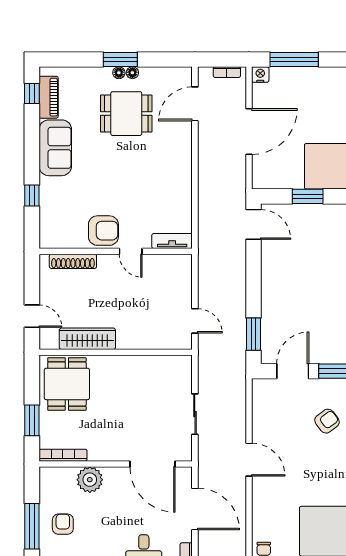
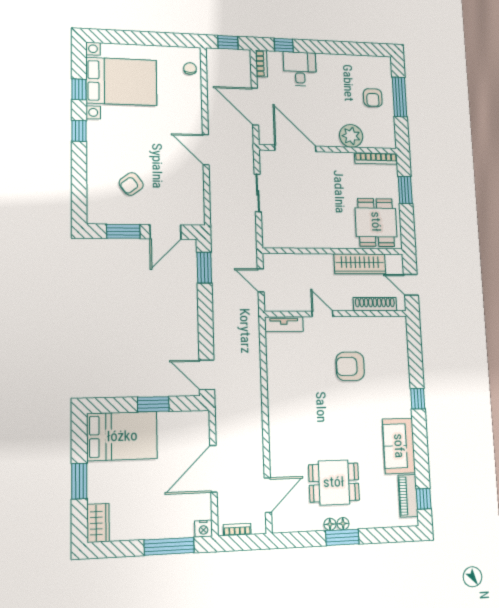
tv unit: (172, 241) -> (284, 324), moved
wall: (116, 251) -> (336, 314), moved
door: (131, 251) -> (322, 314), moved
shoe rack: (73, 261) -> (375, 304), moved

